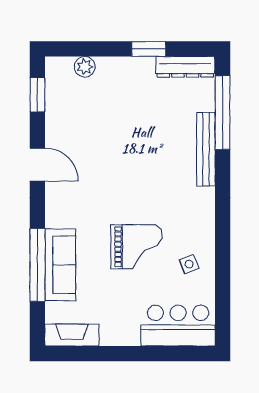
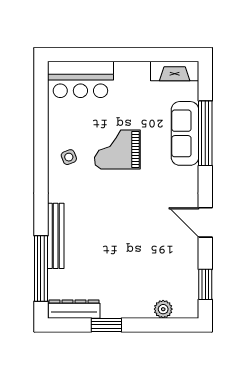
side table: (189, 264) -> (69, 157), moved

